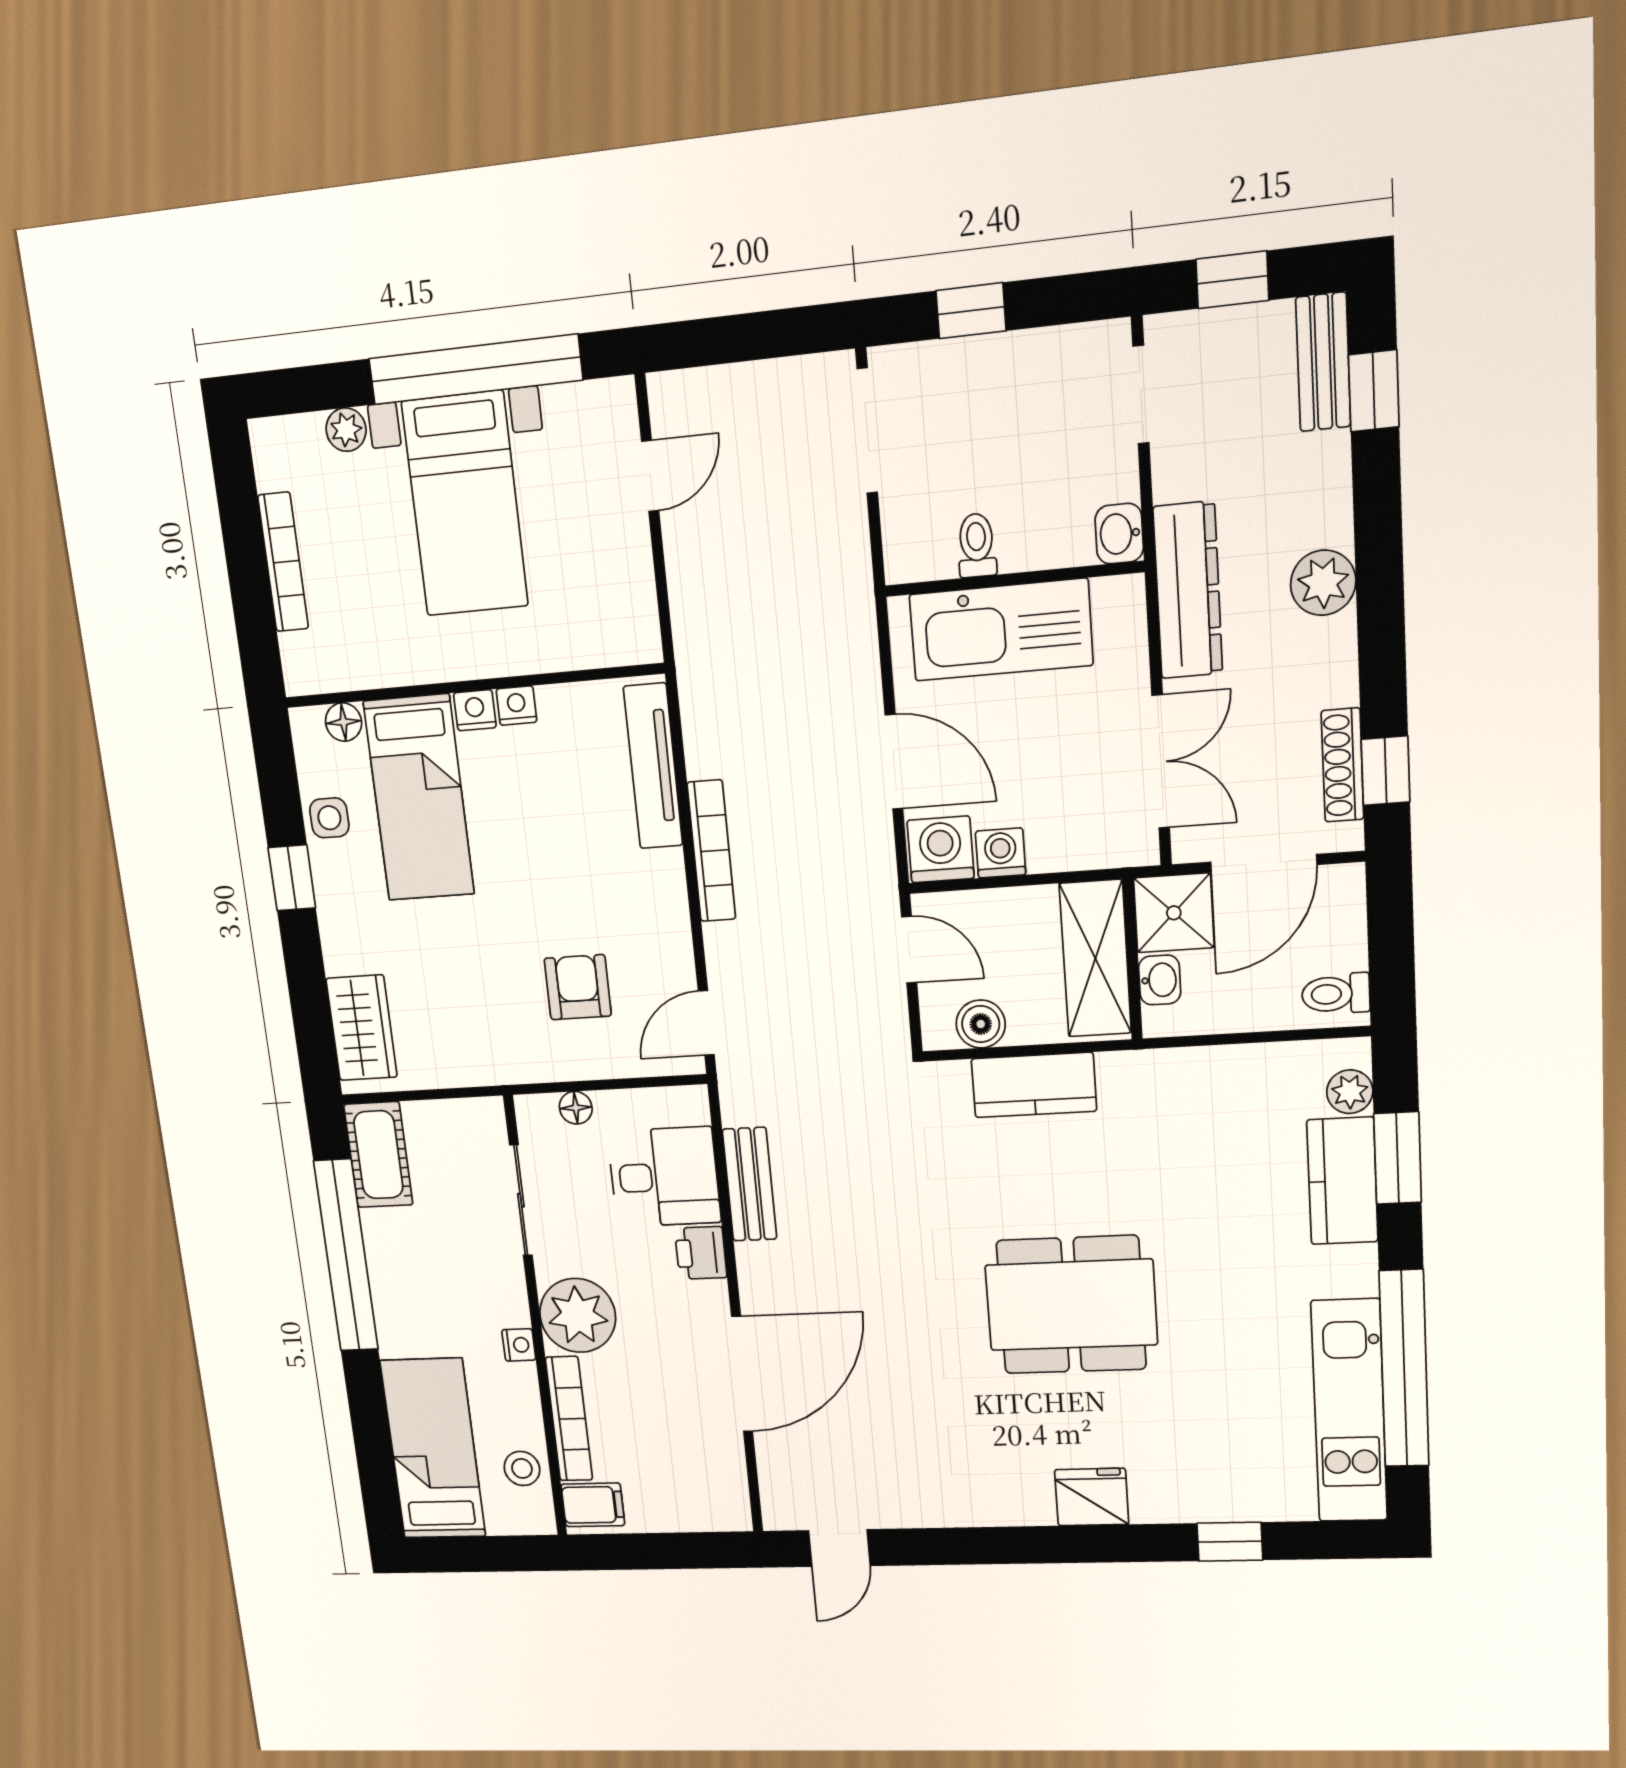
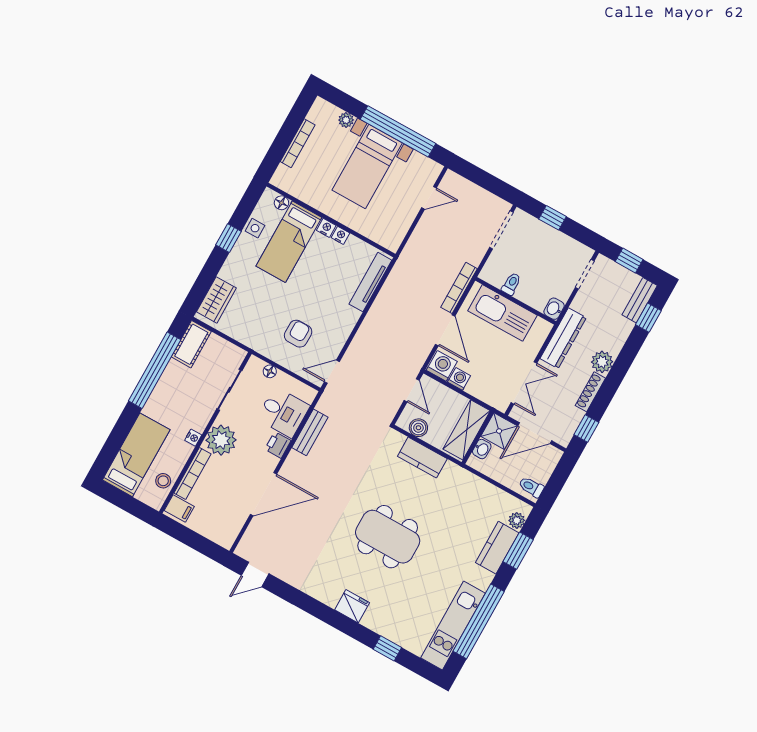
shoe rack: (1343, 765) -> (590, 392), moved
bookcase: (711, 851) -> (459, 288), moved, turned 180

